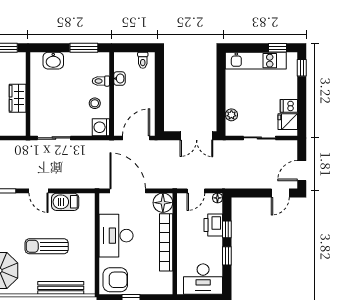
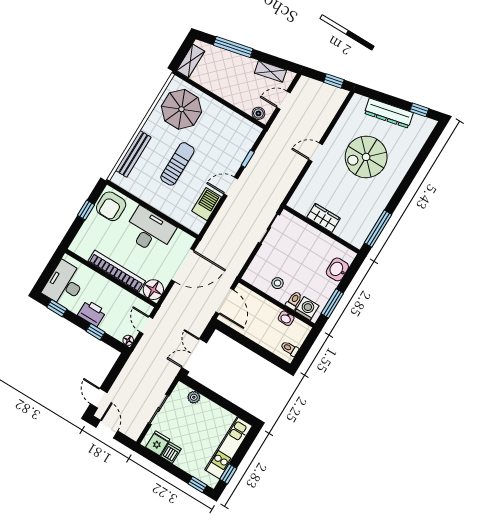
washing machine: (101, 127) -> (307, 309), moved
printer: (213, 225) -> (92, 313), moved
window: (227, 256) -> (57, 308), moved

